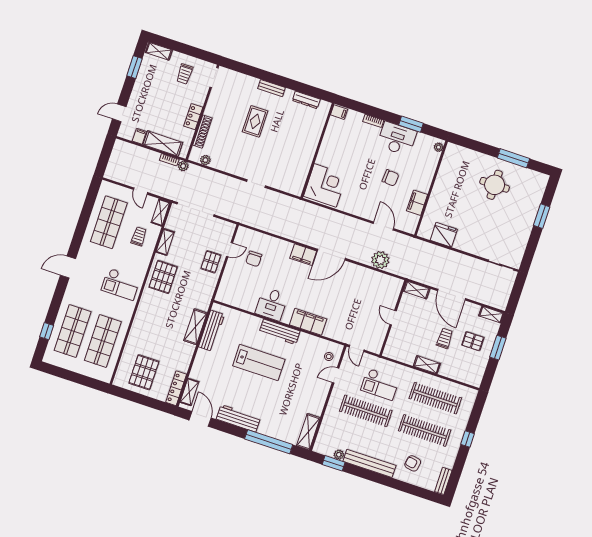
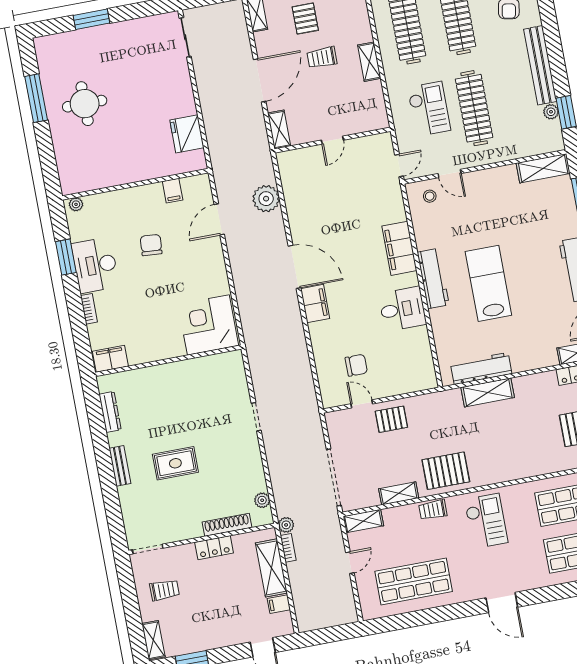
filing cabinet: (339, 112) -> (110, 359), width x2.00
filing cabinet: (417, 203) -> (173, 191), width x0.50
trolley: (139, 236) -> (433, 510), moved

